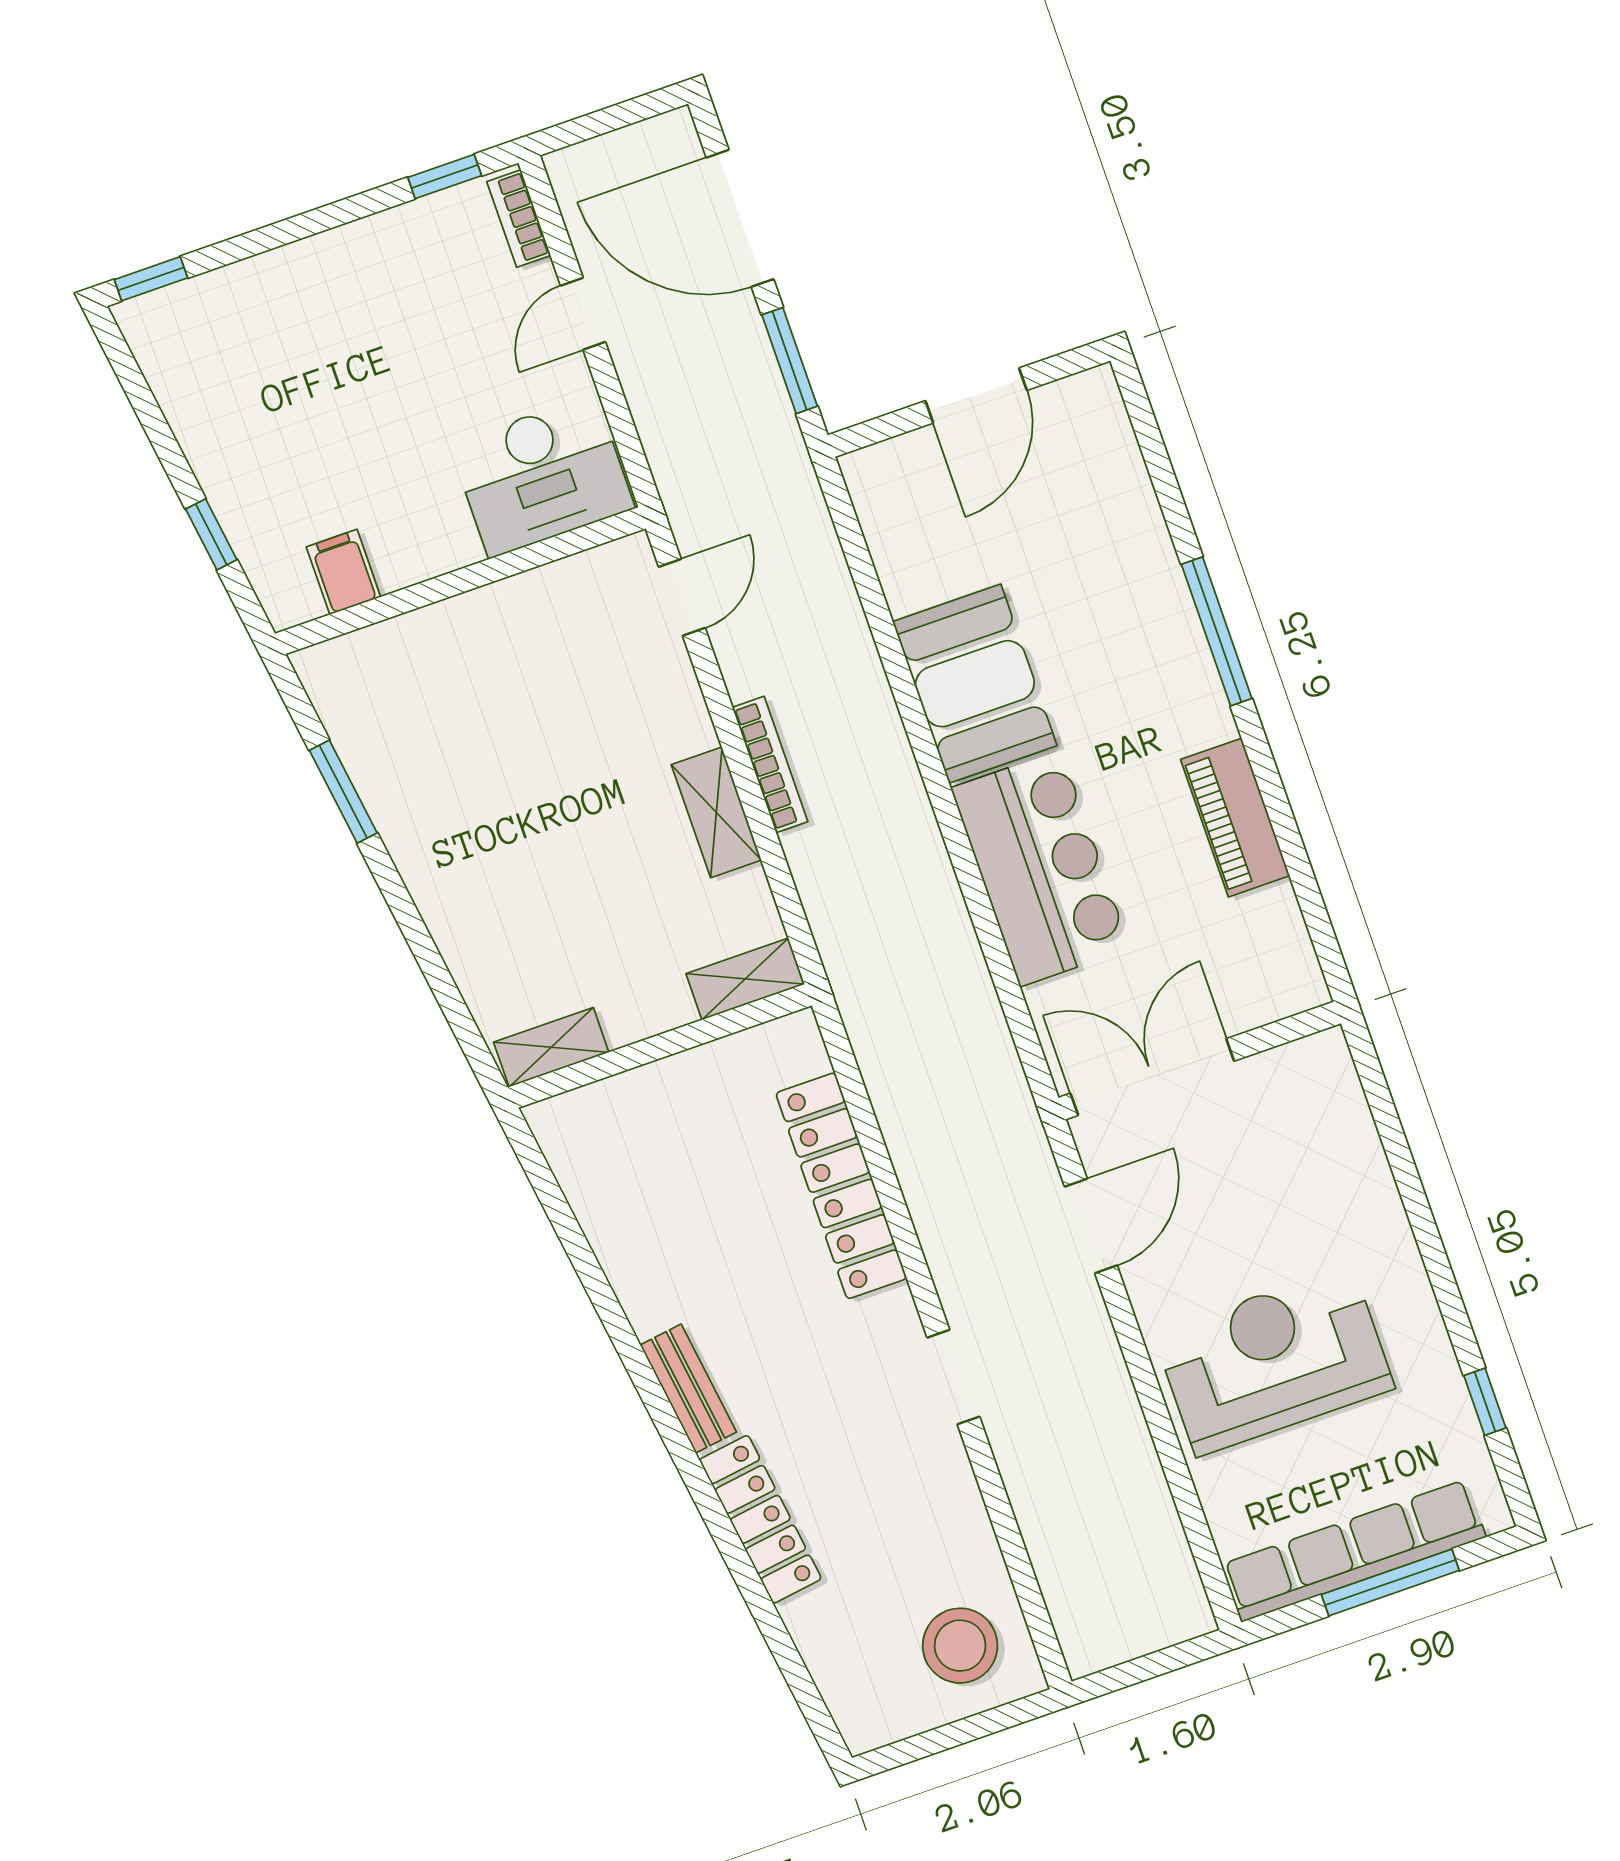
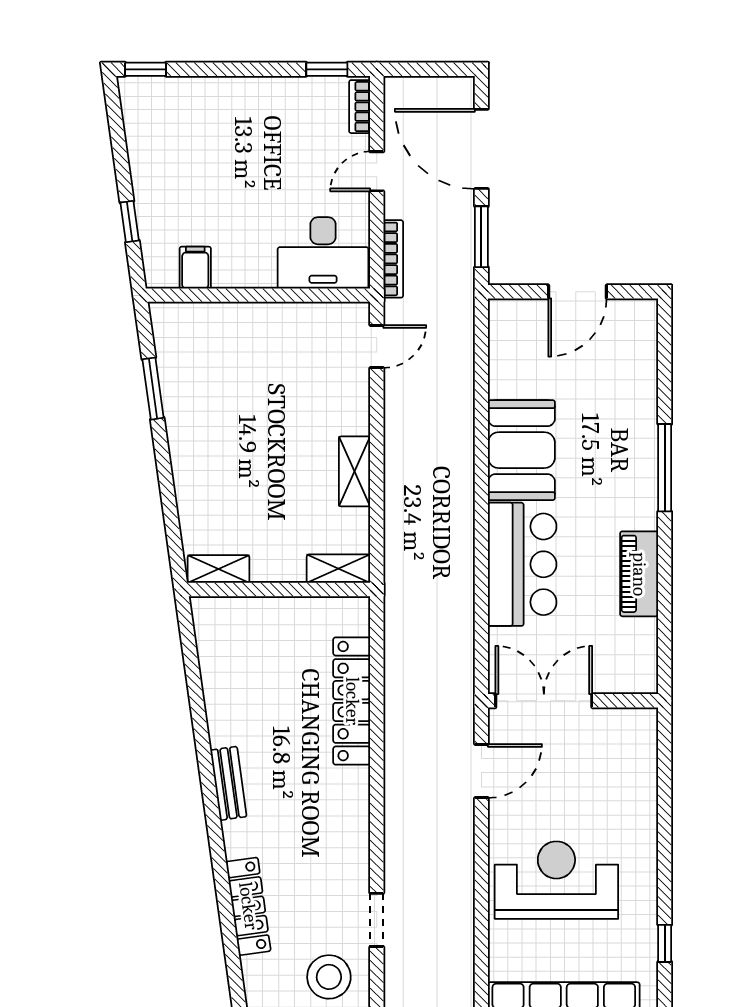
bookcase: (770, 765) -> (393, 259), moved
doorway: (953, 1377) -> (377, 920), moved
locker: (760, 1519) -> (248, 906), moved

